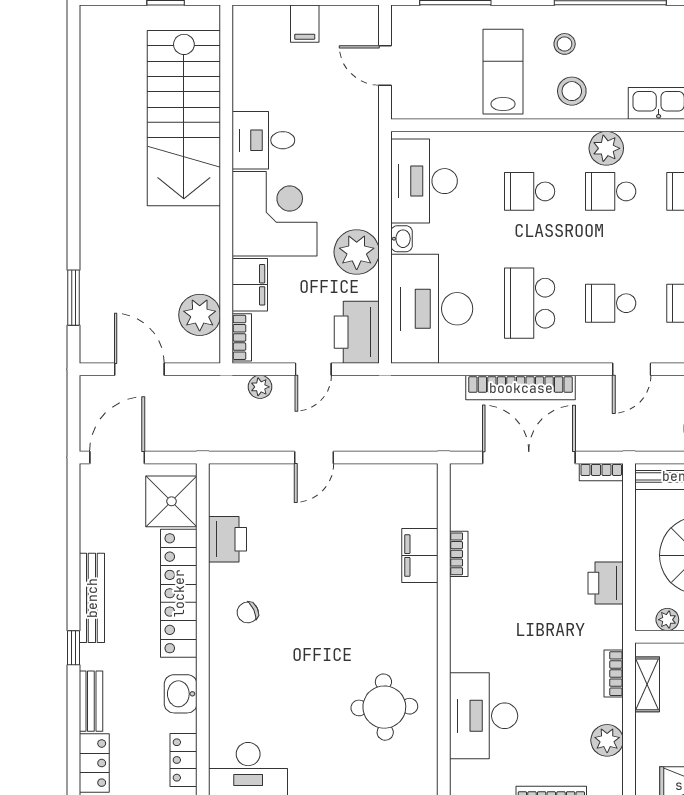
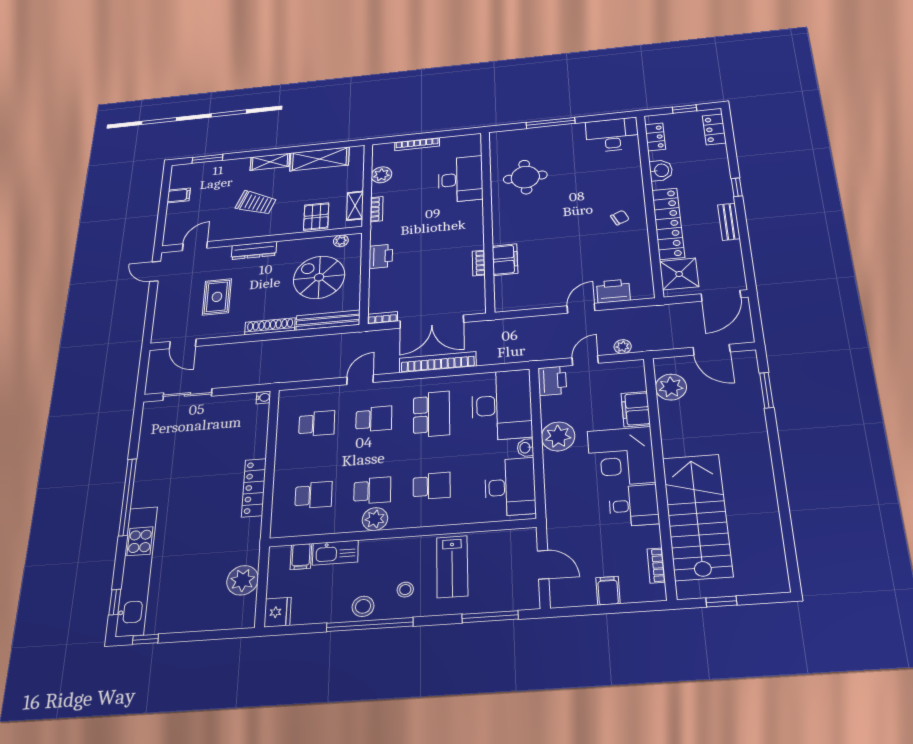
stool: (572, 91) -> (363, 606), moved
printer: (357, 332) -> (552, 381), width x0.73, depth x0.84
bookcase: (242, 337) -> (656, 565), moved
printer: (228, 539) -> (613, 291), moved, turned 90
bench: (92, 598) -> (729, 222), width x0.73
bench: (91, 701) -> (721, 161), removed

